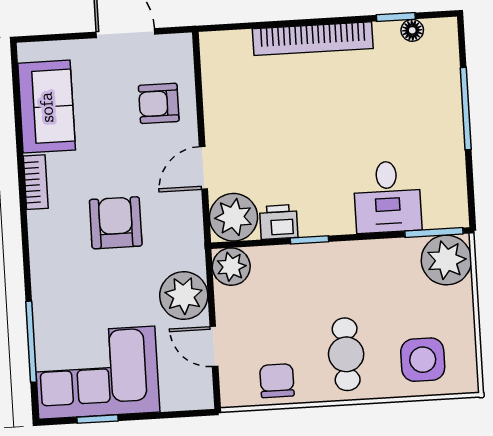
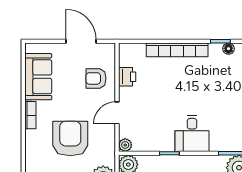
desk: (387, 197) -> (192, 133), moved
plant: (234, 217) -> (125, 145), width x0.53, depth x0.53
printer: (279, 222) -> (127, 77), moved, turned 90
armchair: (116, 223) -> (70, 138), width x1.36, depth x1.36

